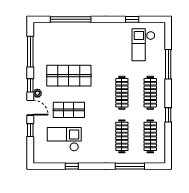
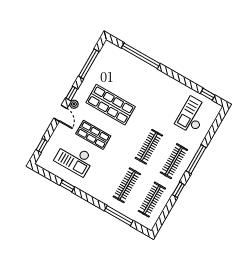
window: (132, 19) -> (208, 94), moved
window: (168, 64) -> (196, 159), moved
window: (30, 130) -> (42, 146), moved
checkout: (64, 139) -> (74, 159), turned 180

